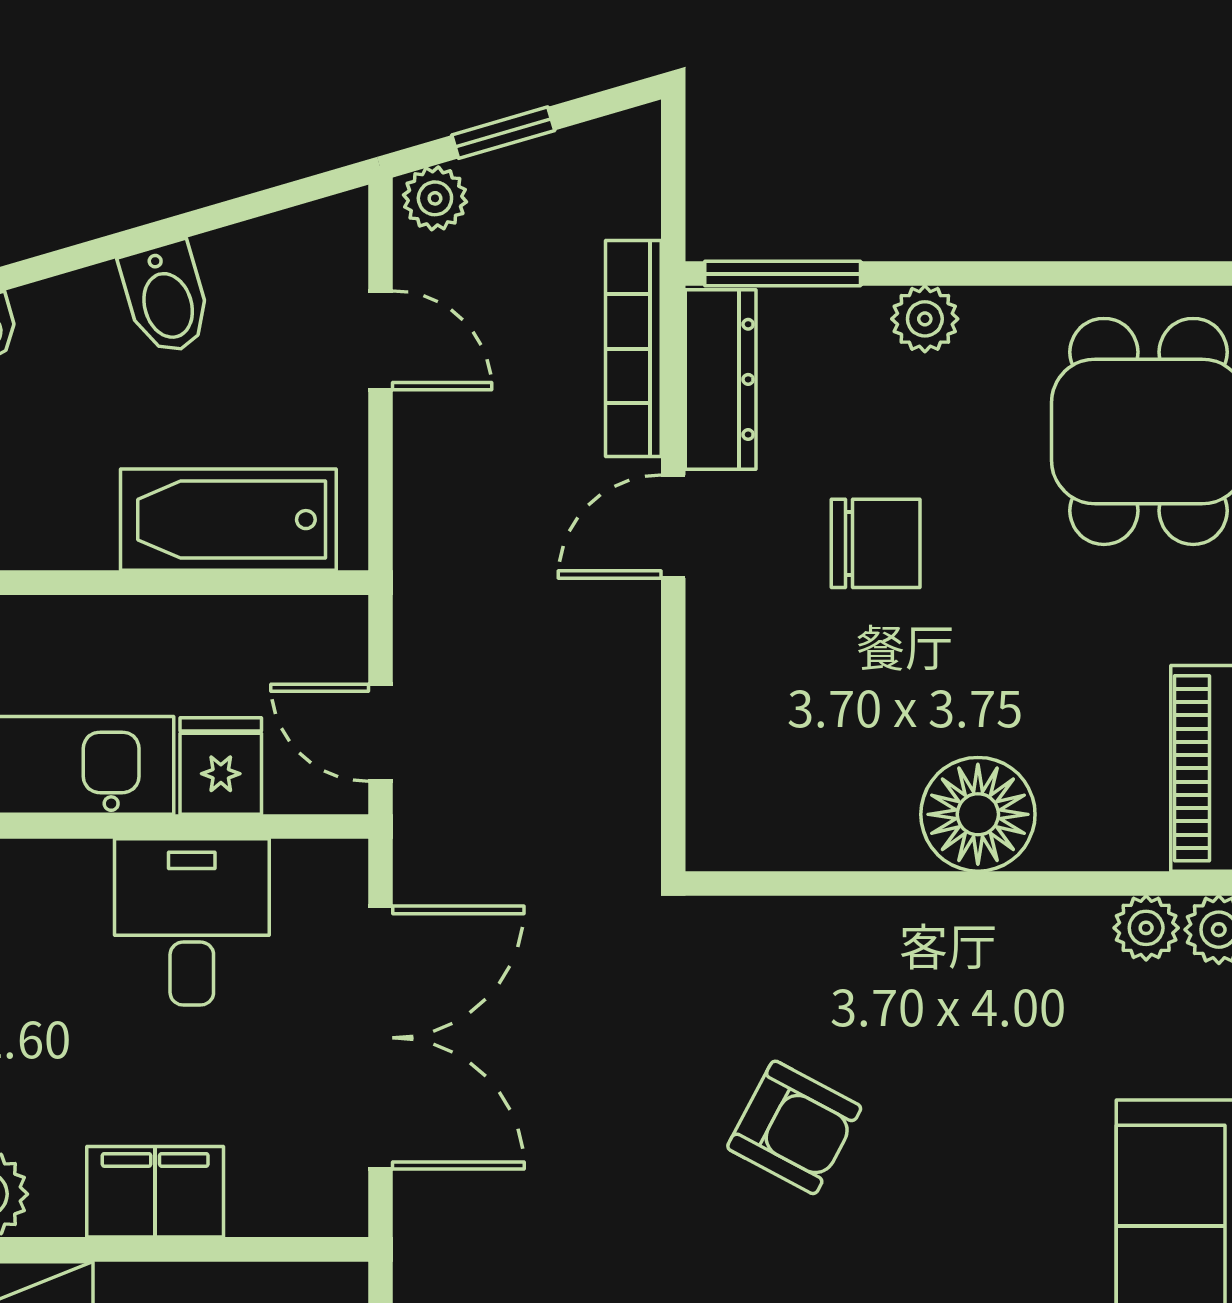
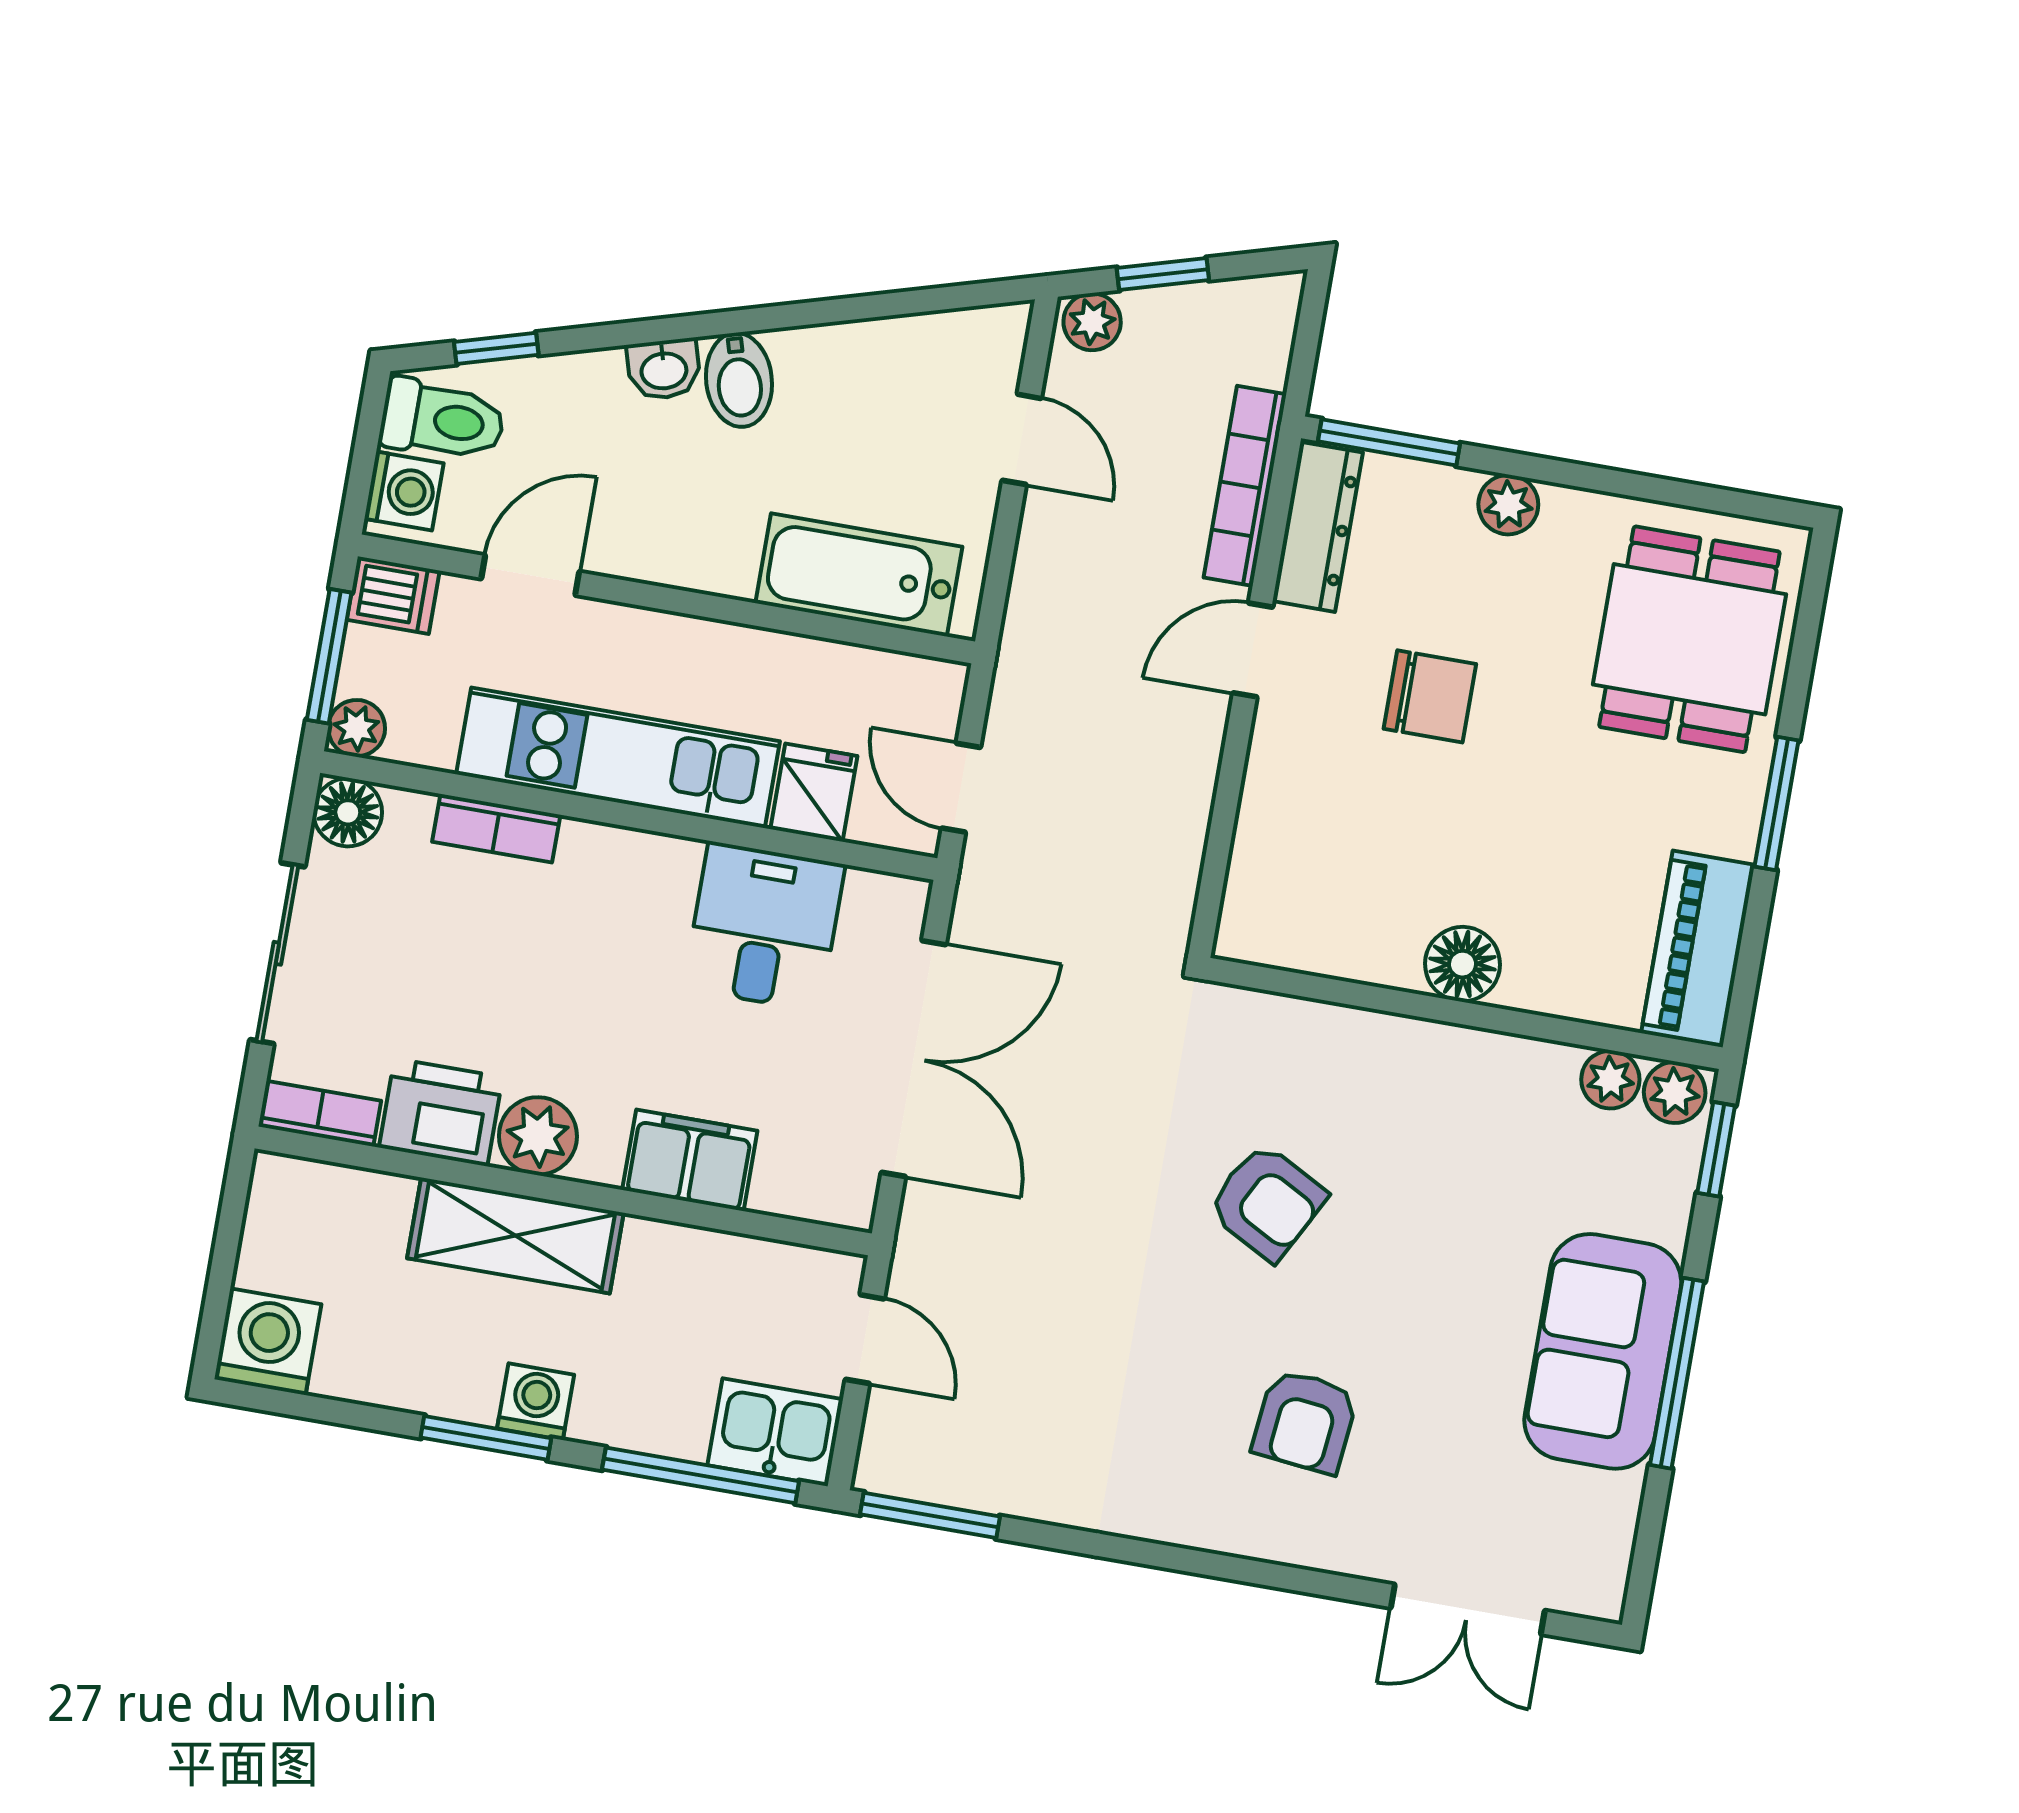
bidet: (166, 298) -> (739, 380), moved
floor lamp: (978, 814) -> (1463, 964), width x0.73, depth x0.73

